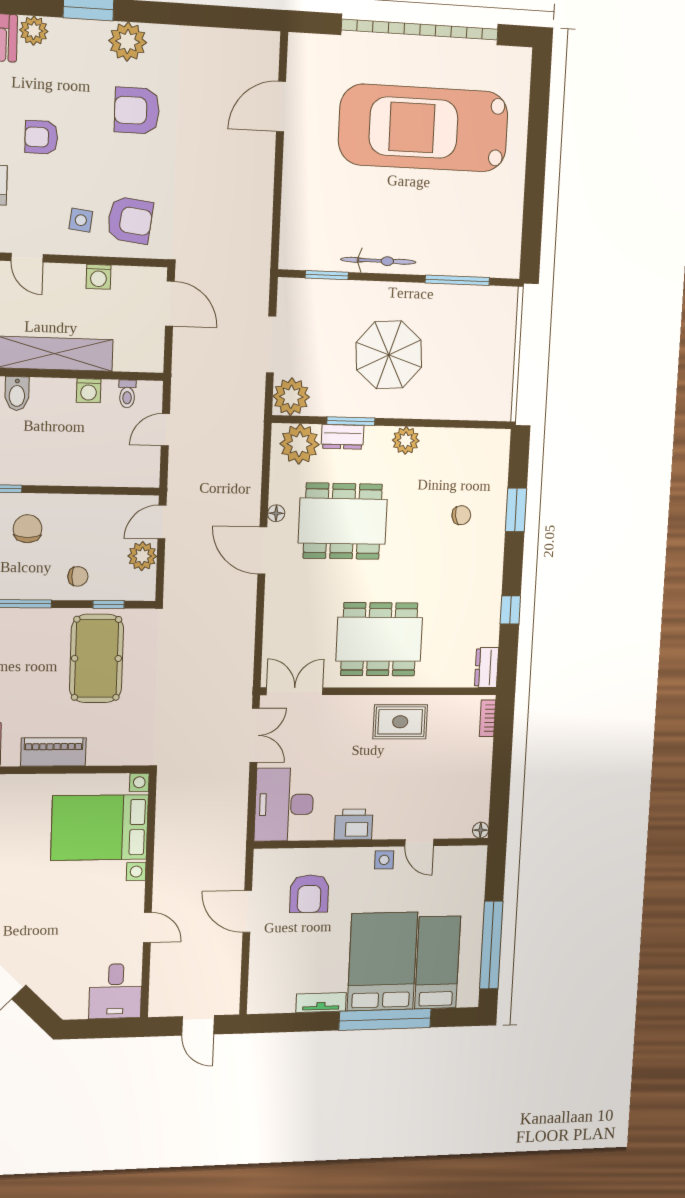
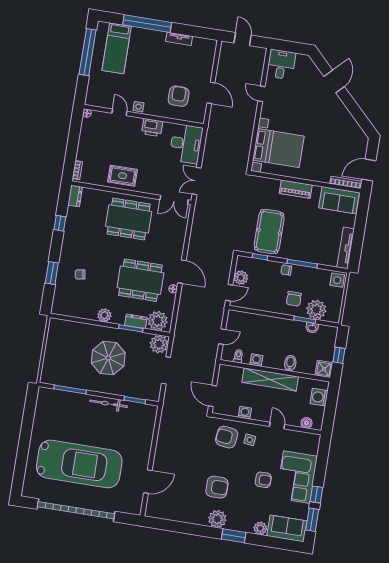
chair: (78, 576) -> (286, 270), moved
bed: (382, 962) -> (145, 54), removed

